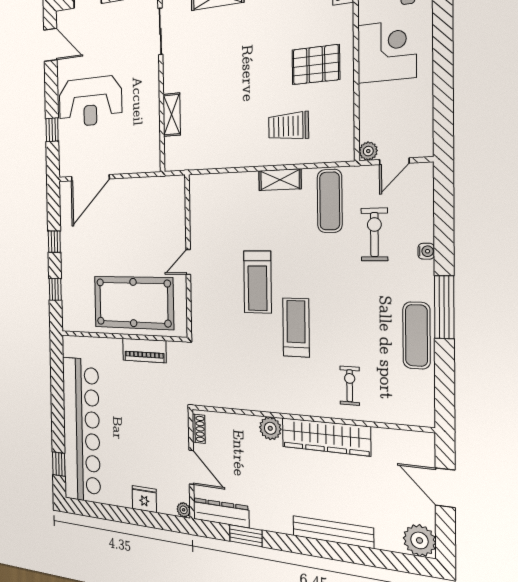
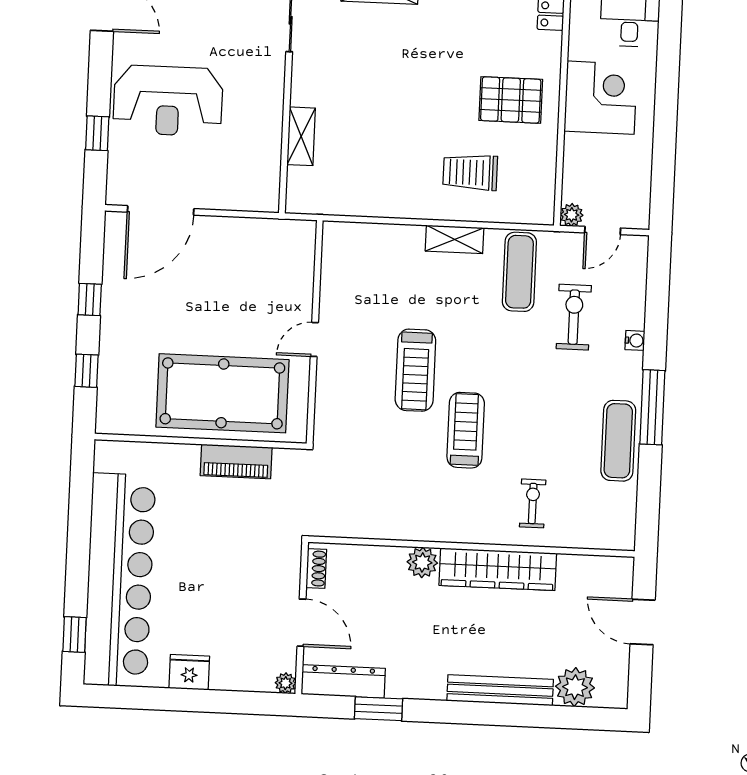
fridge: (144, 499) -> (189, 672), moved
plant: (419, 540) -> (575, 687), moved

